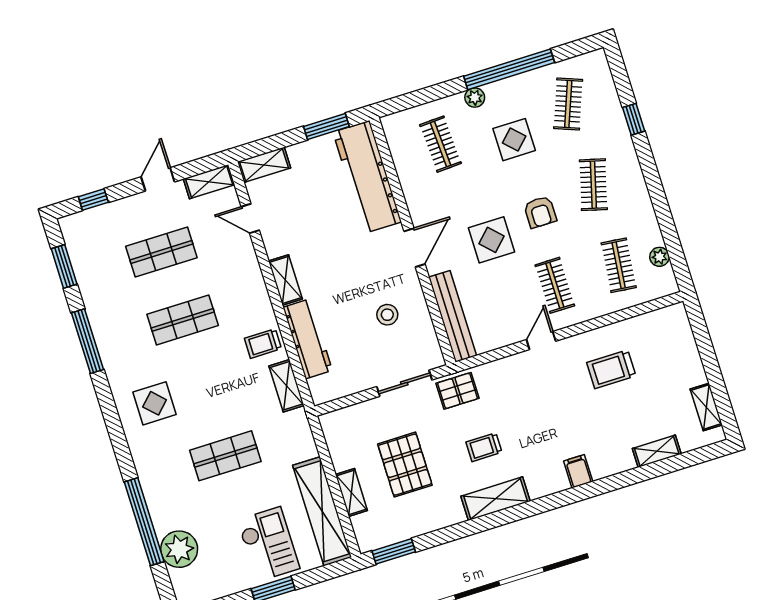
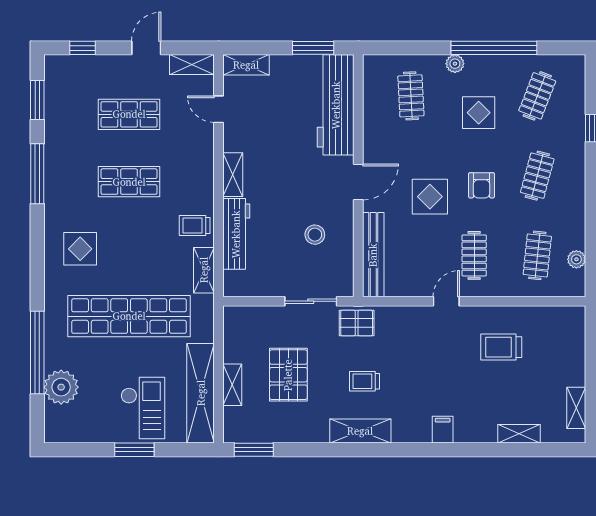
shop shelf: (225, 456) -> (129, 316), width x2.00, depth x1.36

